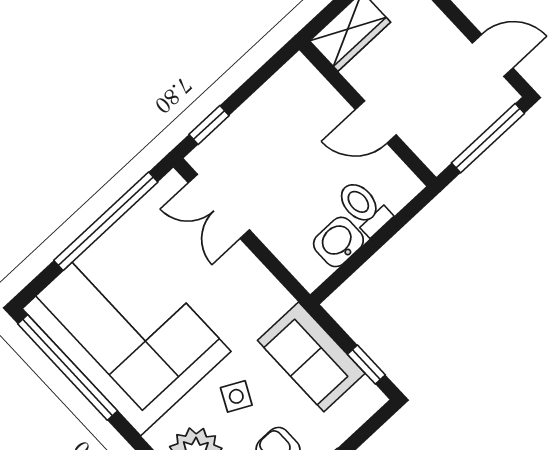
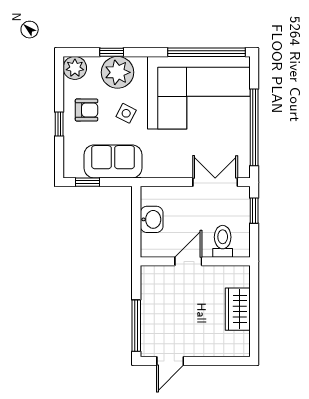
wall: (368, 114) -> (195, 261), moved
door: (376, 122) -> (188, 261), moved
toilet: (364, 207) -> (223, 241), moved, turned -90

